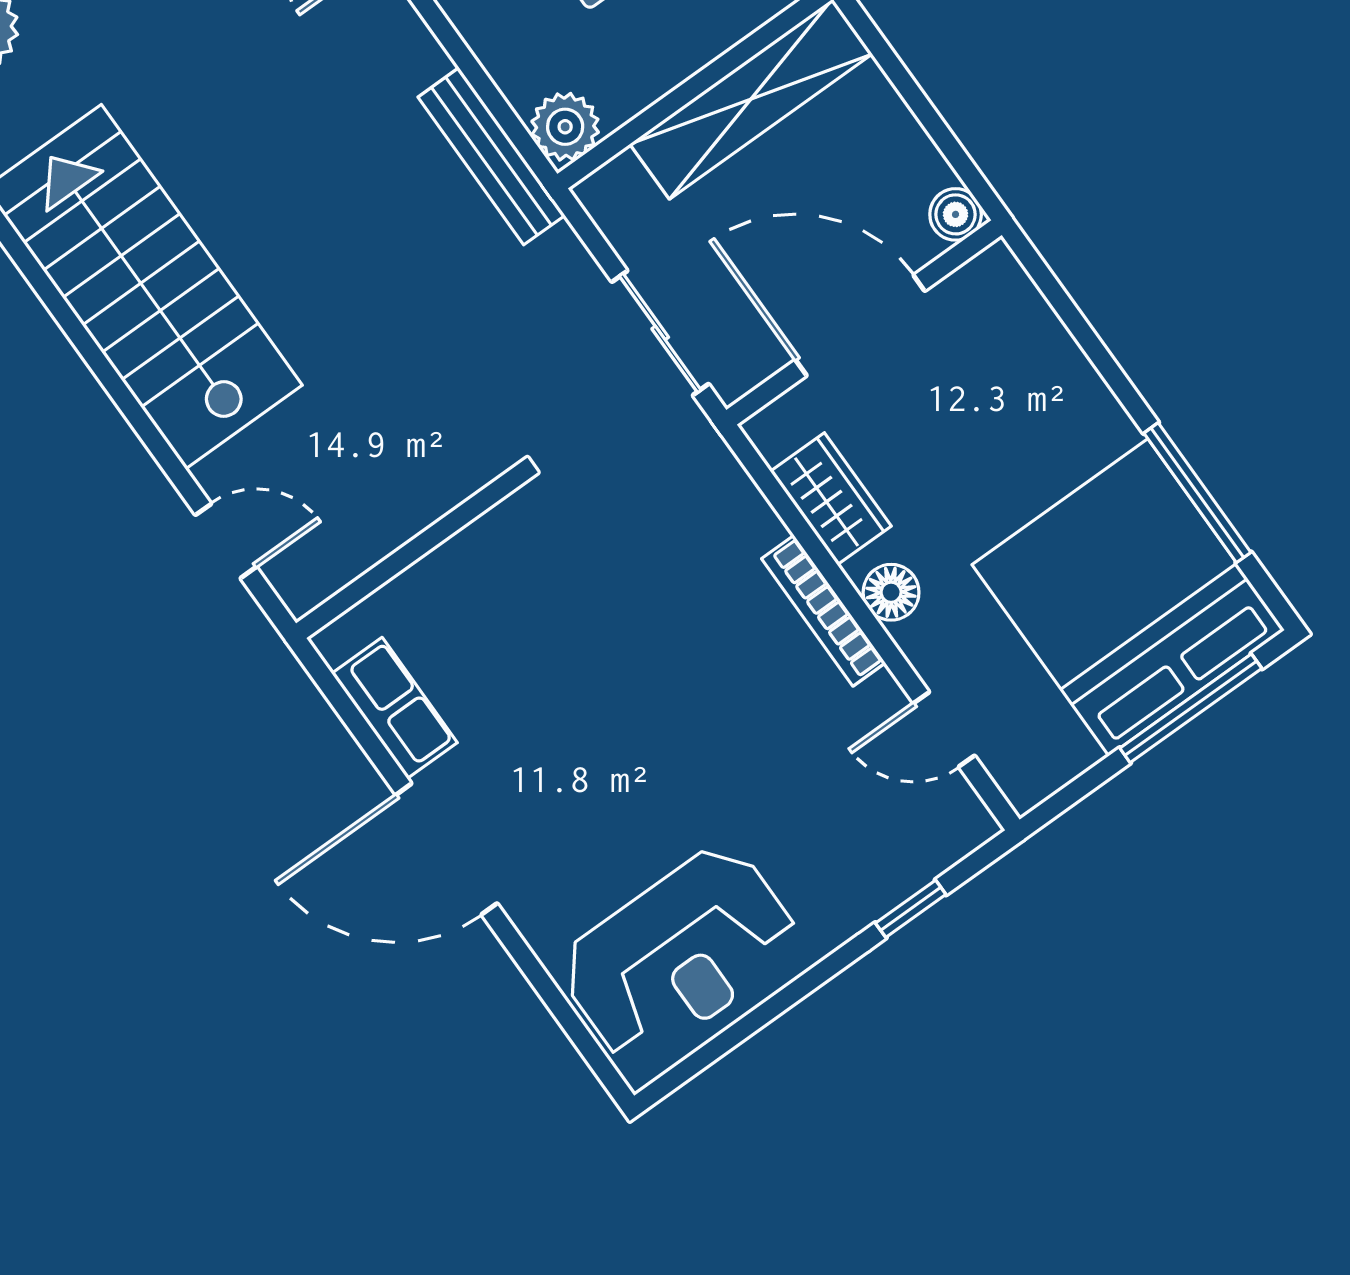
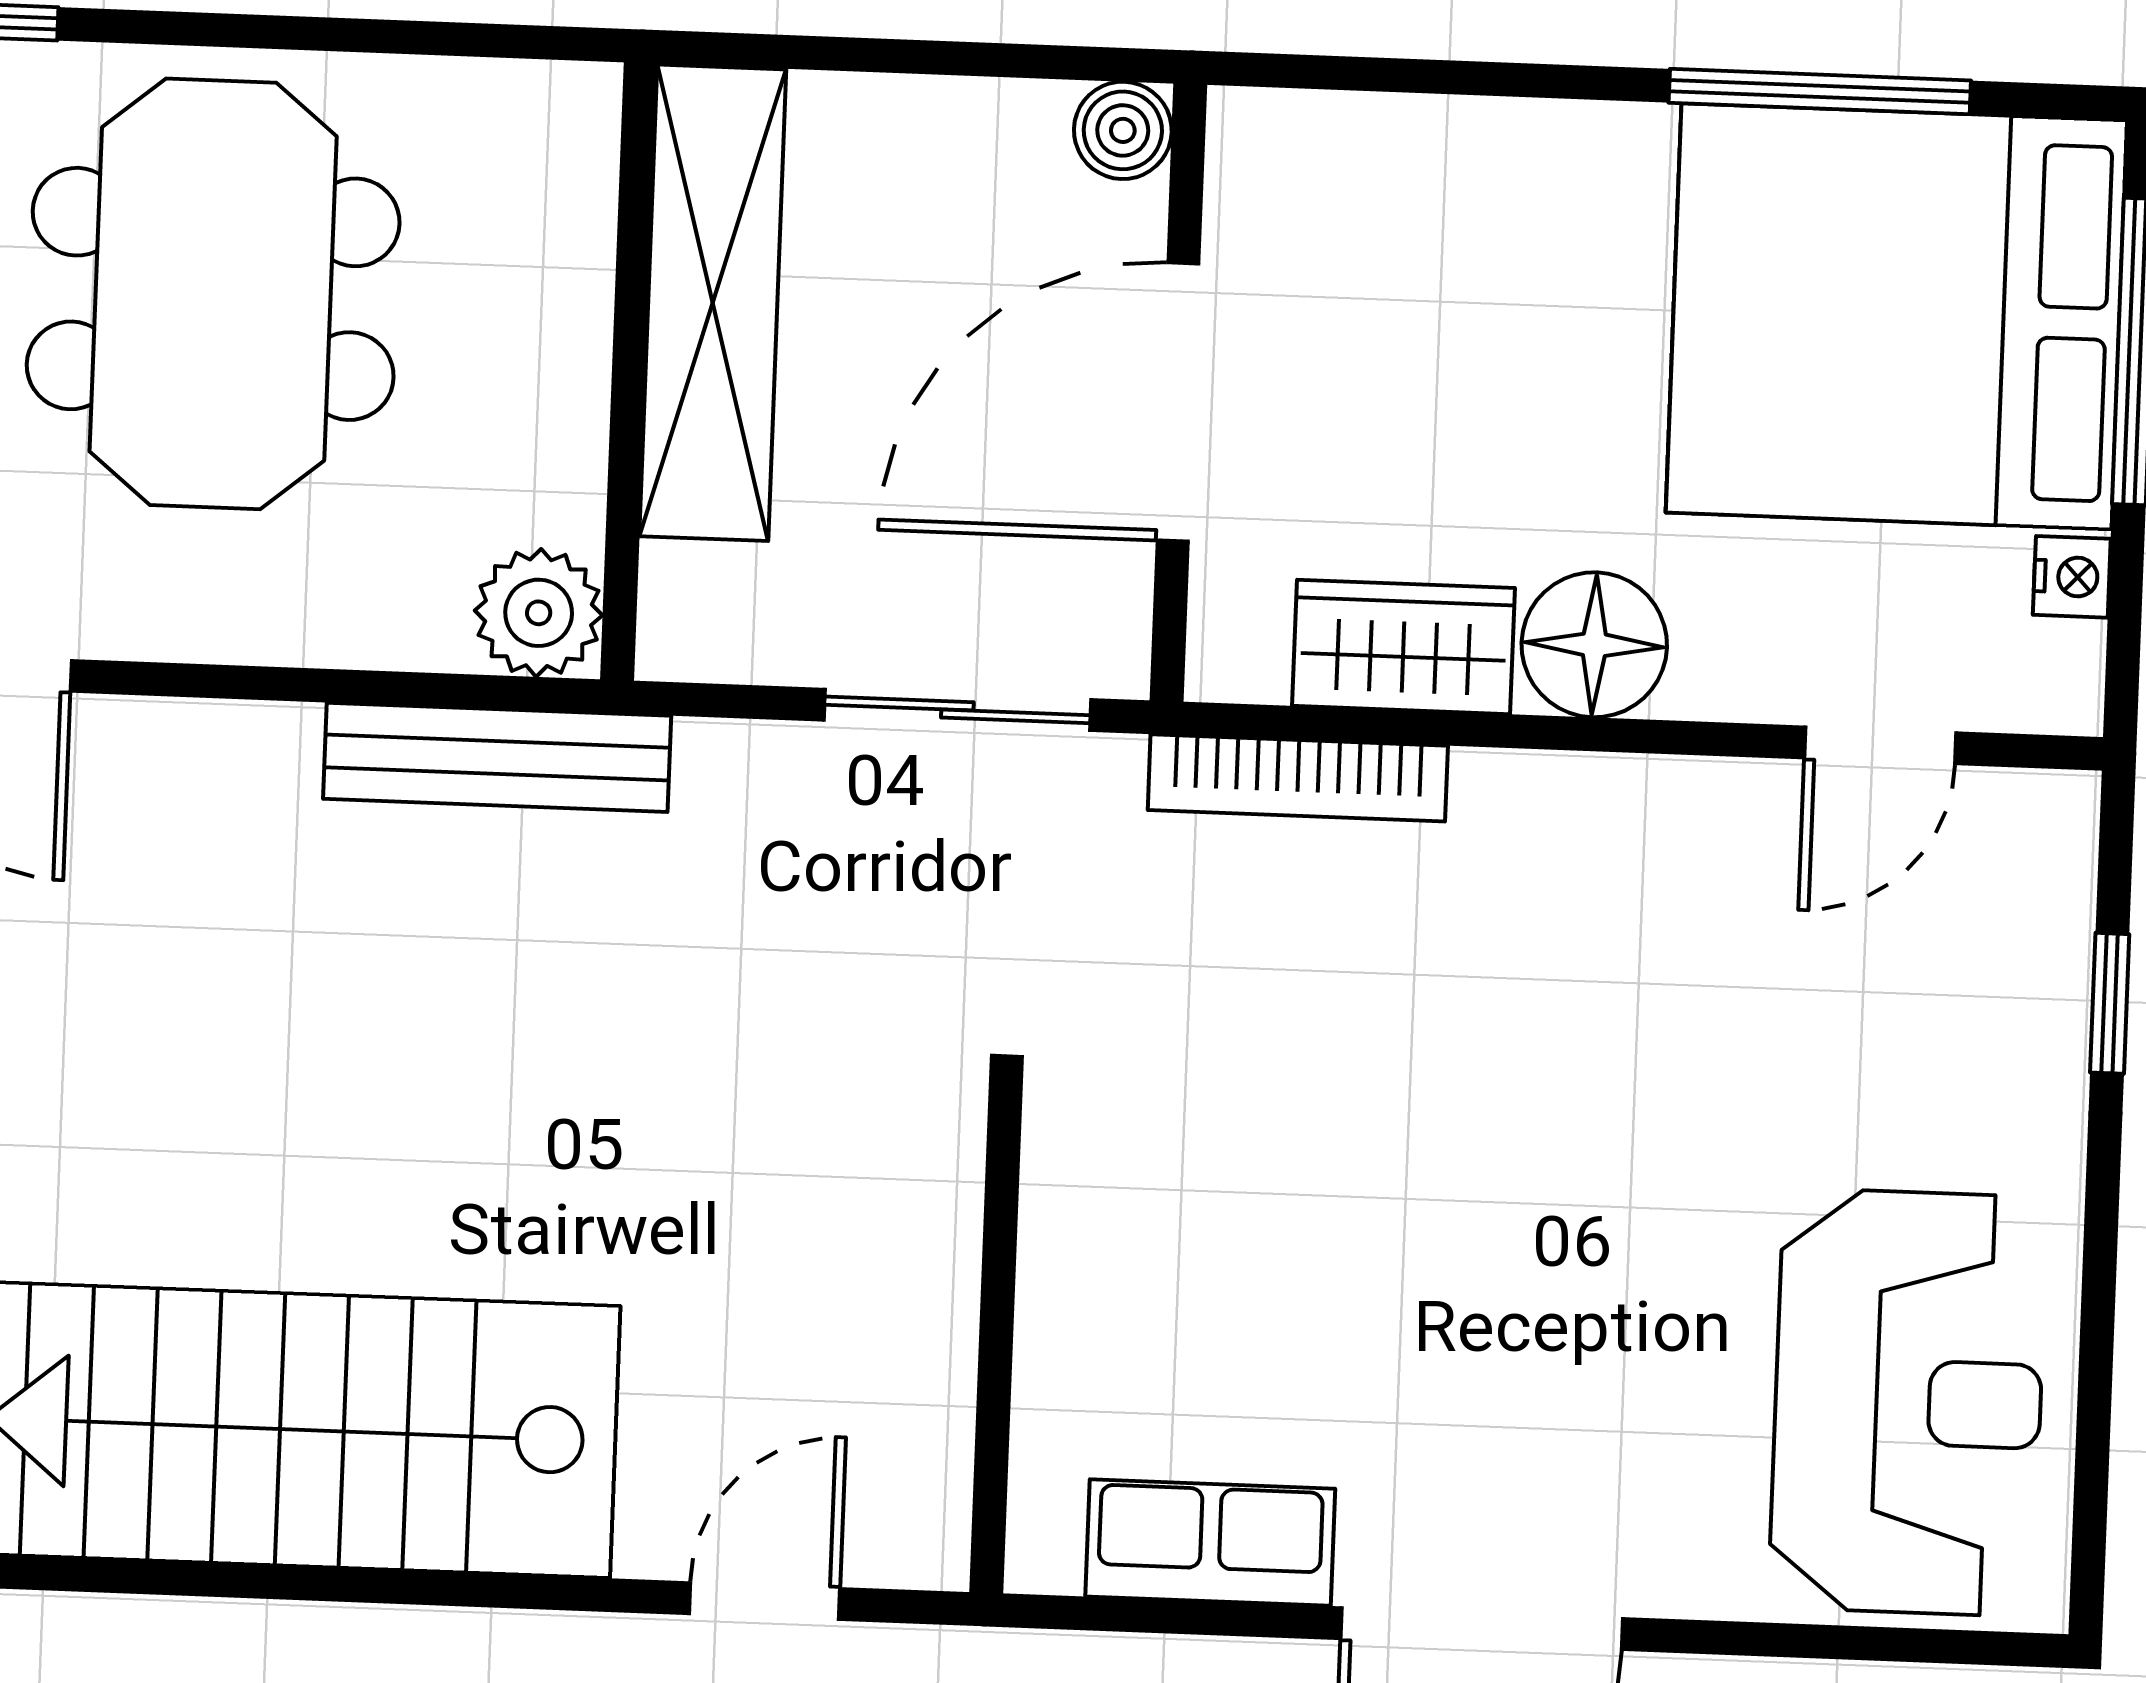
floor lamp: (891, 592) -> (1594, 645), width x1.38, depth x1.38
bookcase: (823, 611) -> (1298, 778), moved
nightstand: (1076, 755) -> (2072, 577), added

